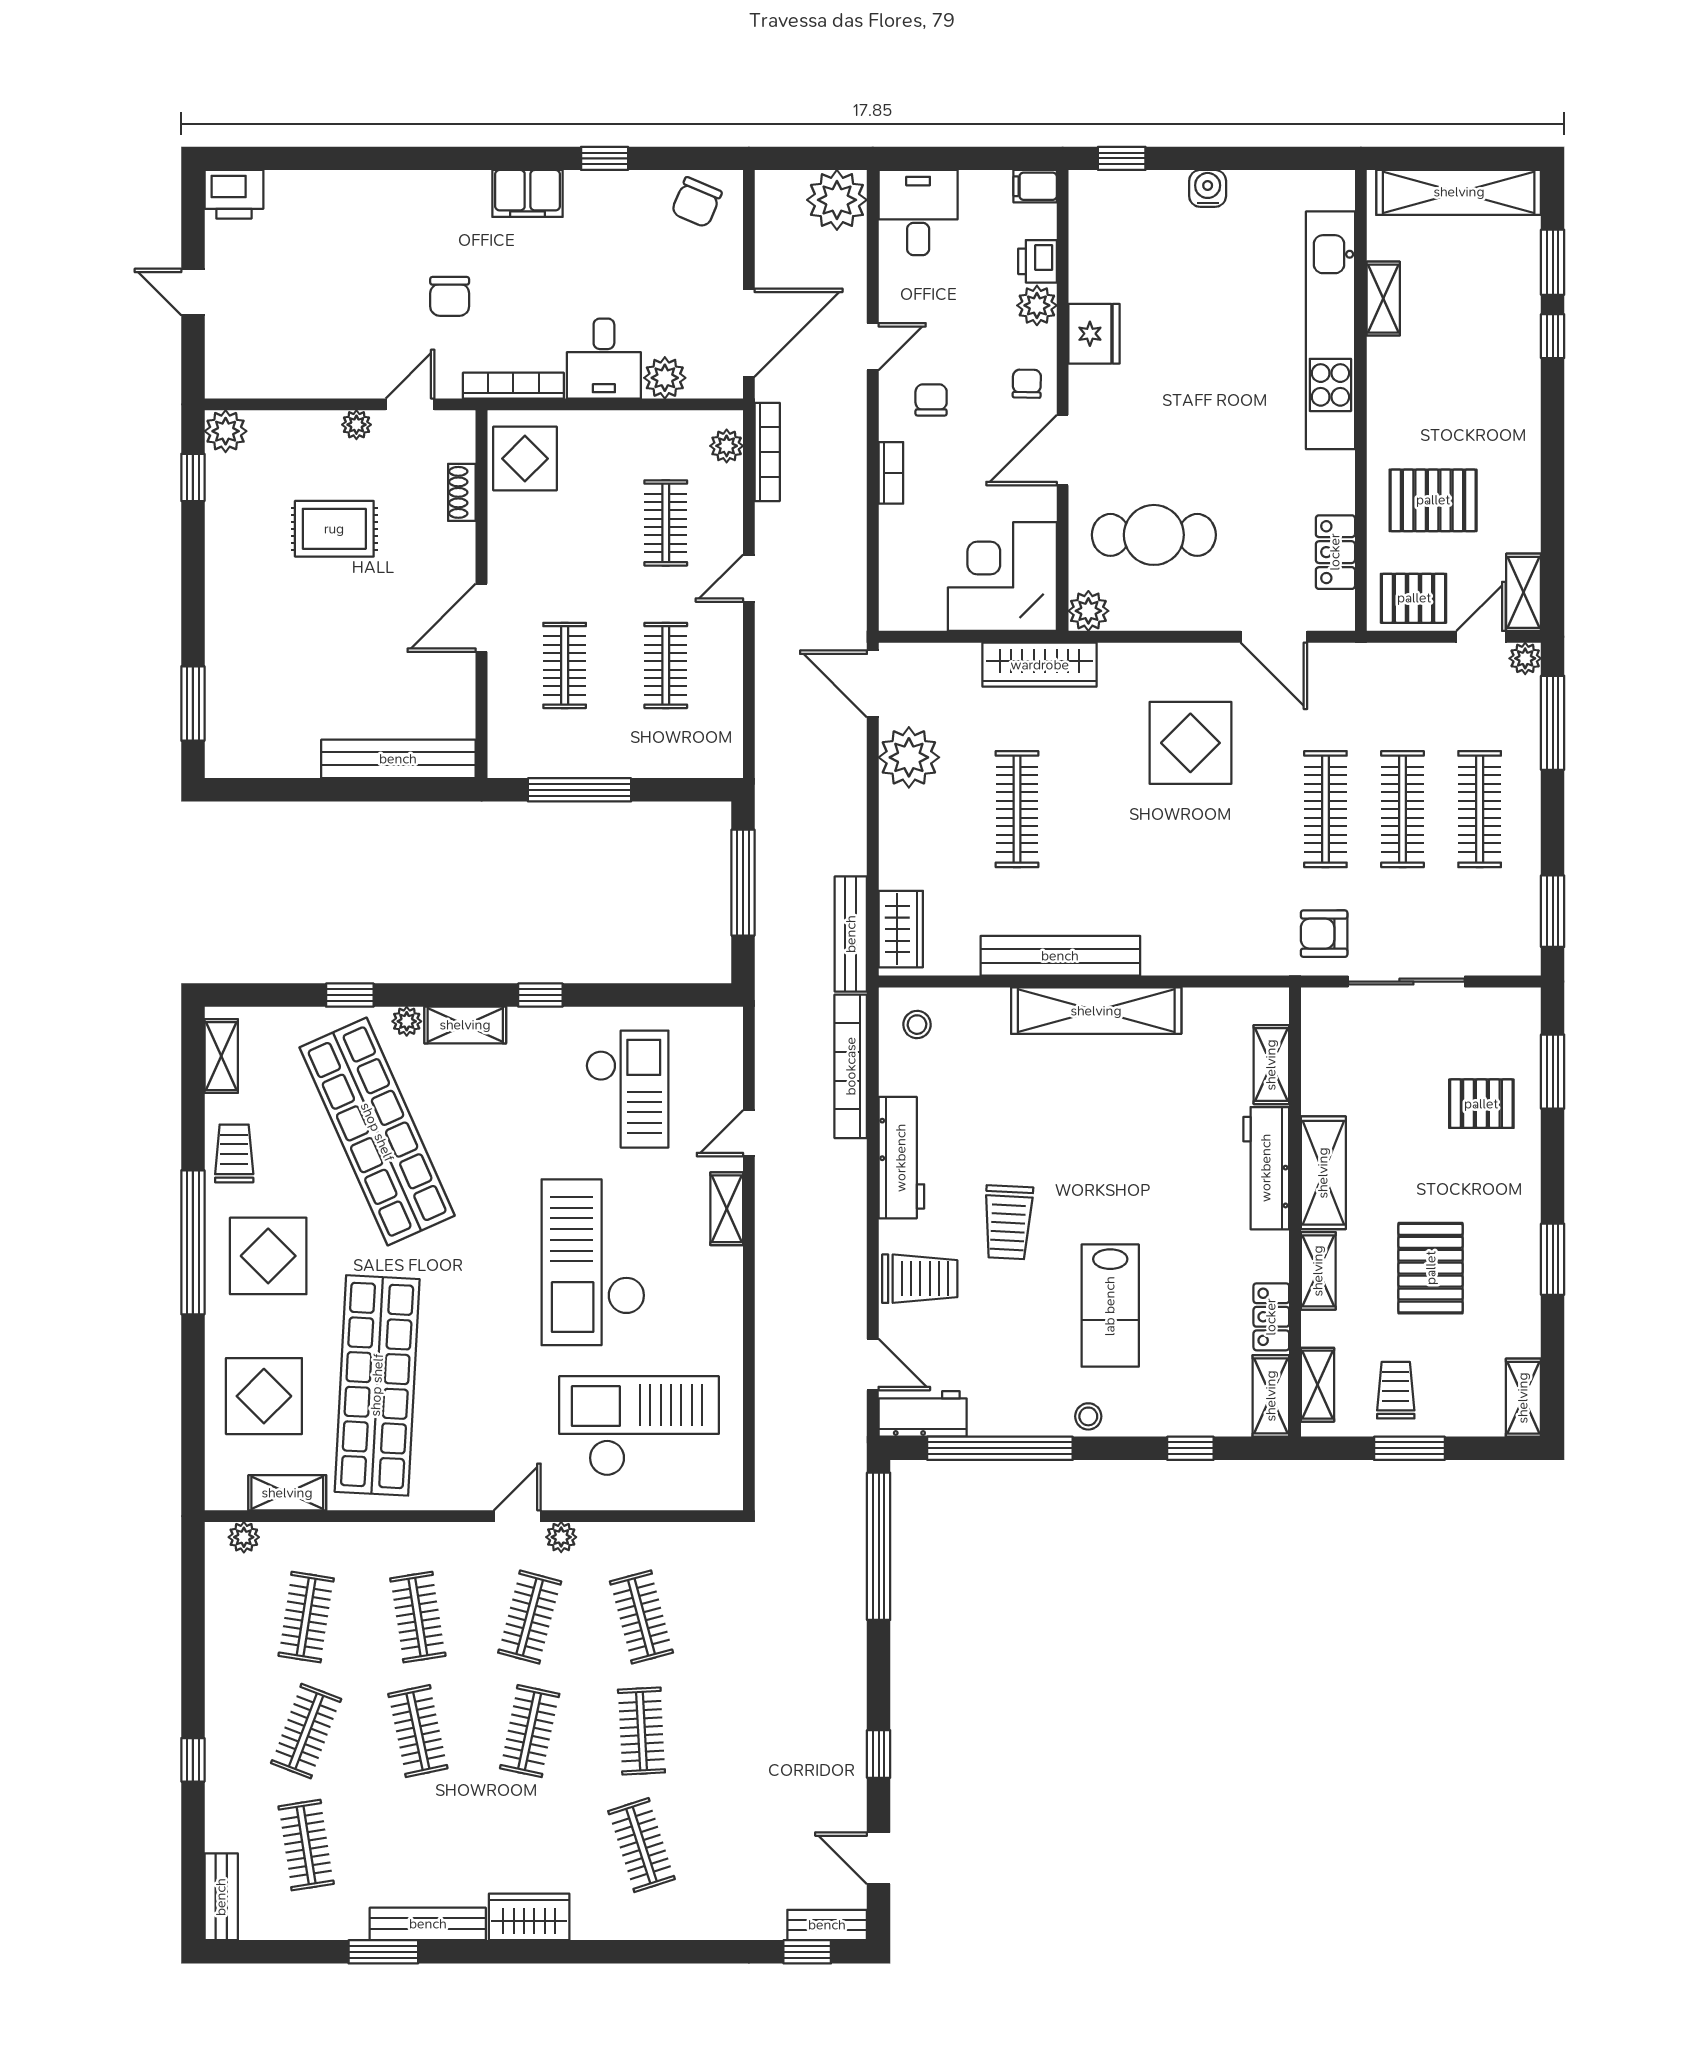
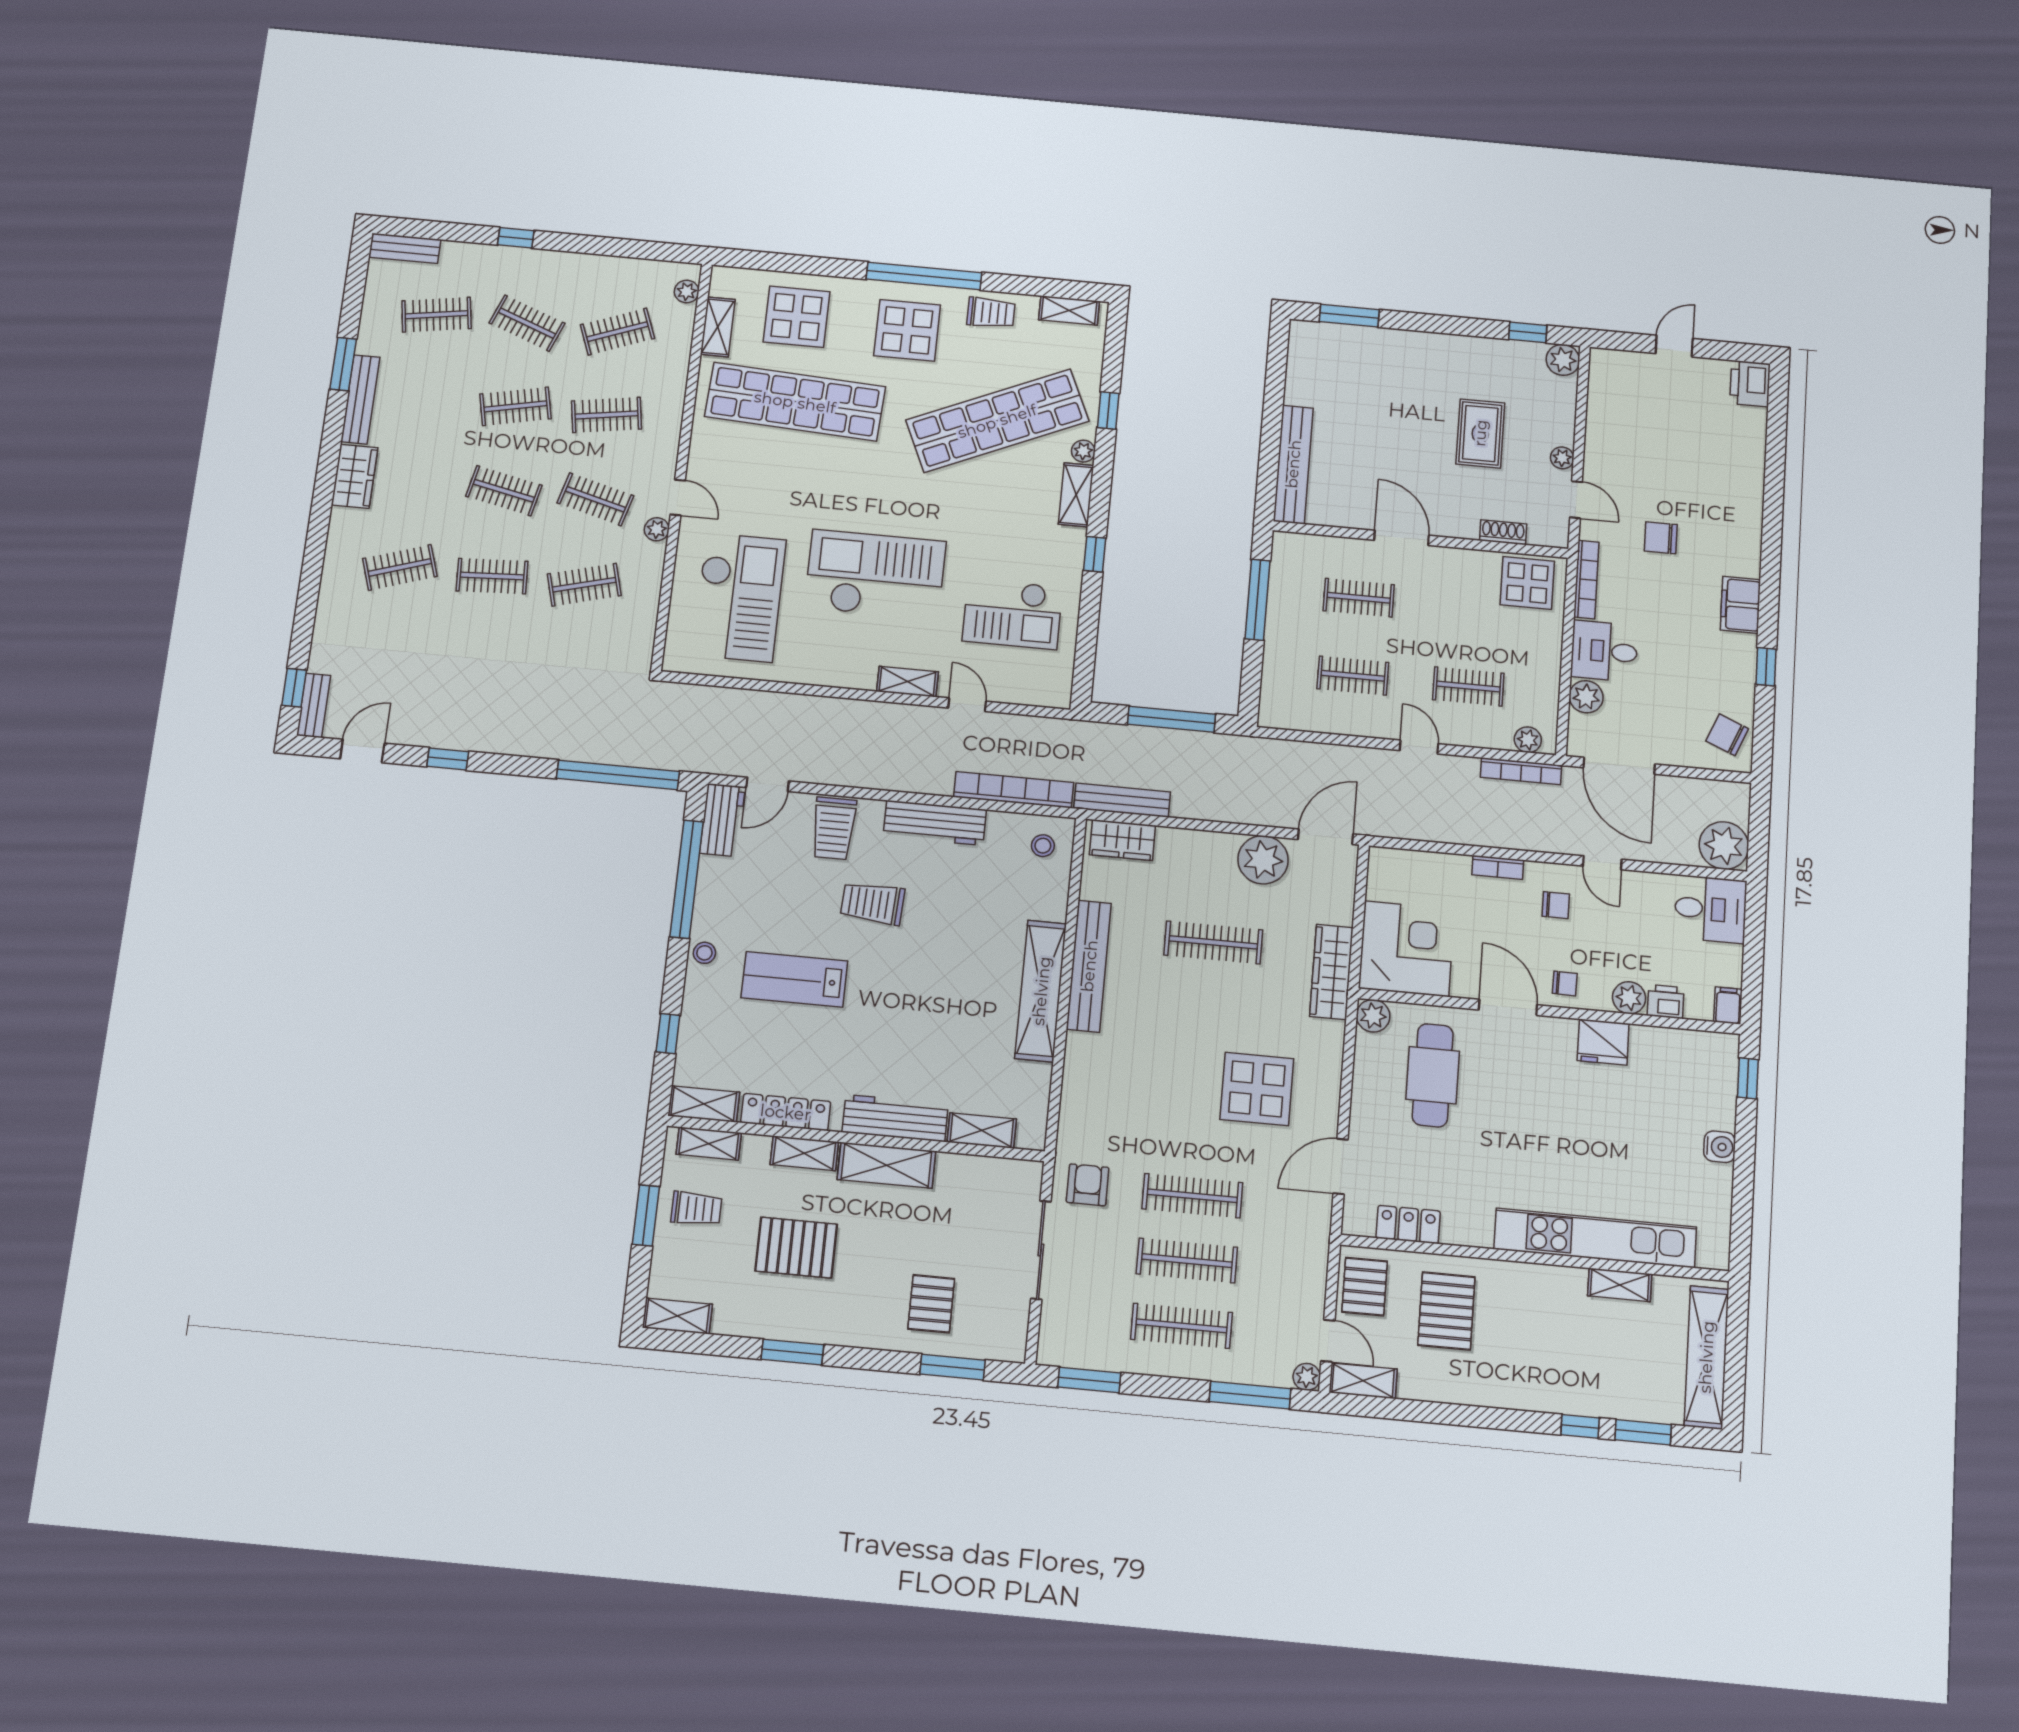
locker: (1271, 1317) -> (786, 1112), width x1.53
clothes rail: (306, 1617) -> (617, 332), turned -30

